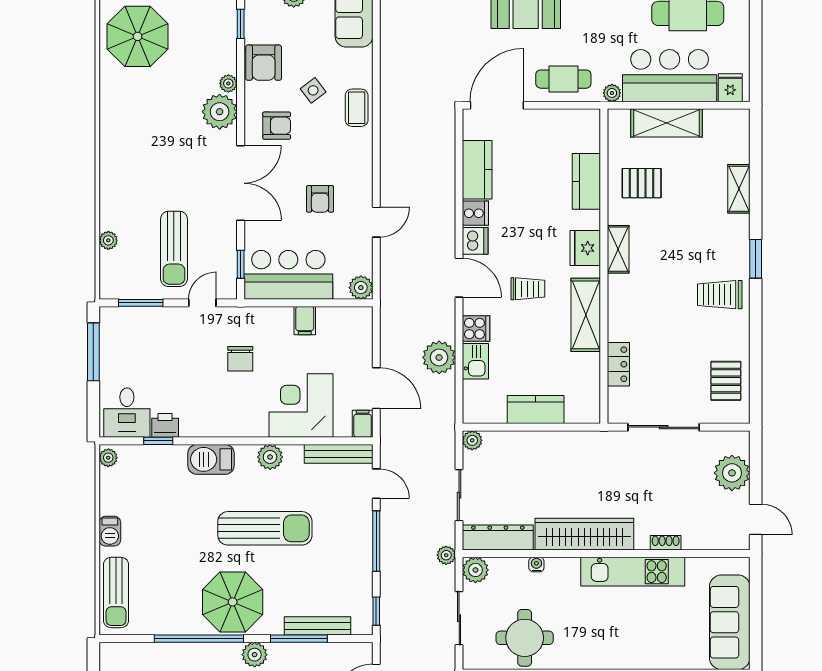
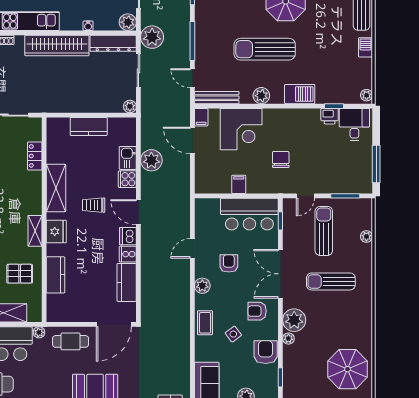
sun lounger: (163, 171) -> (331, 281), added
plant: (361, 288) -> (202, 286), moved
plant: (446, 555) -> (152, 37), width x1.88, depth x1.88

